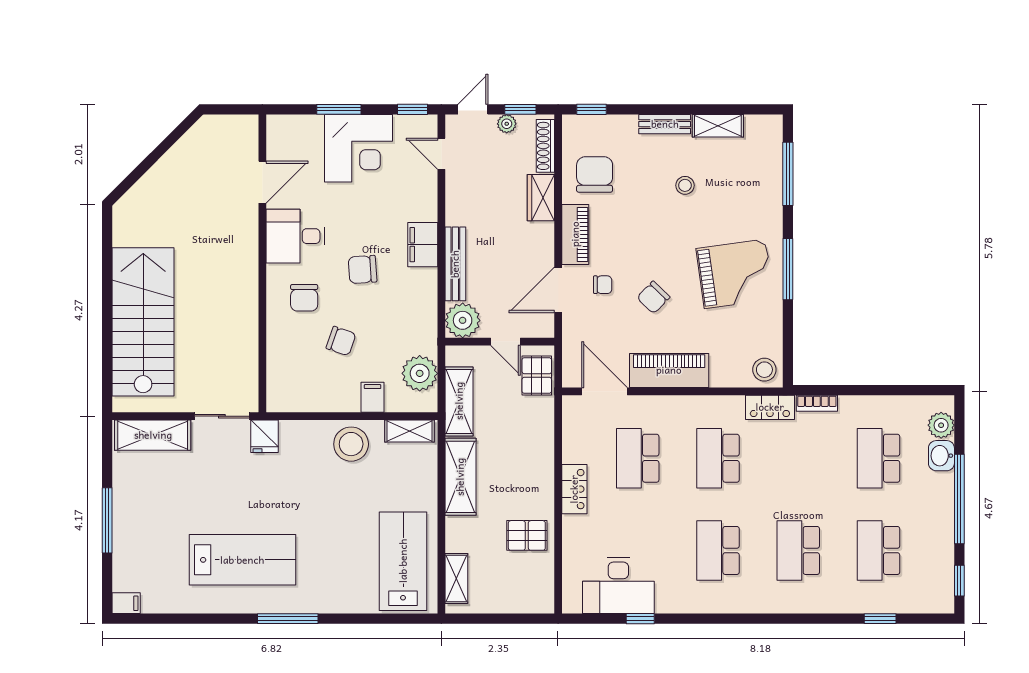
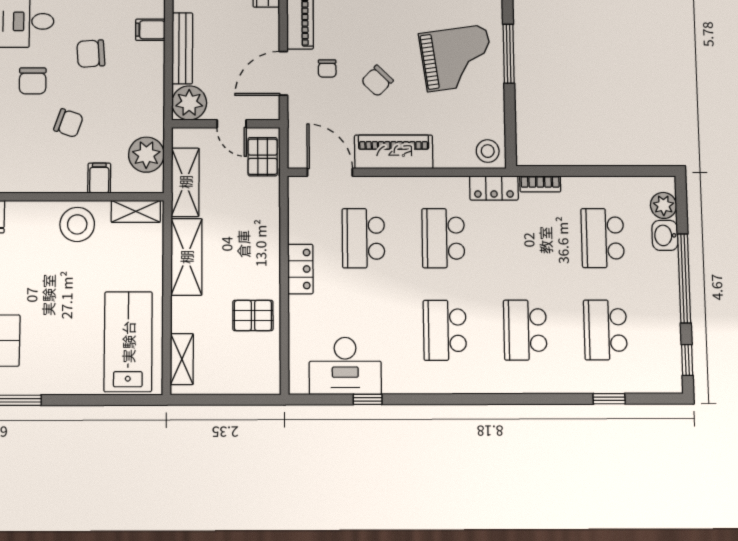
filing cabinet: (423, 245) -> (150, 30), width x0.50
chair: (603, 285) -> (327, 68), turned 90

